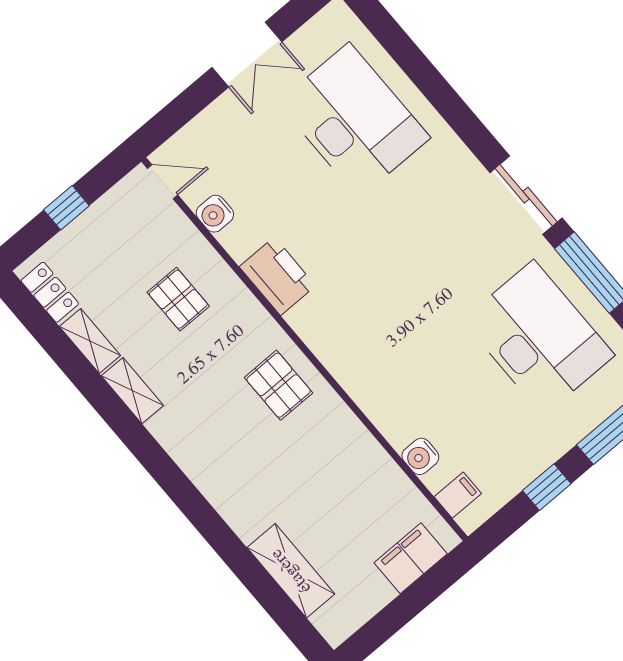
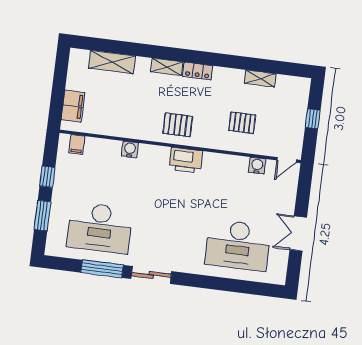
printer: (277, 276) -> (186, 160), moved
locker: (50, 292) -> (198, 71), moved
shelving: (132, 391) -> (167, 67), moved
water cooler: (420, 456) -> (130, 149), moved

